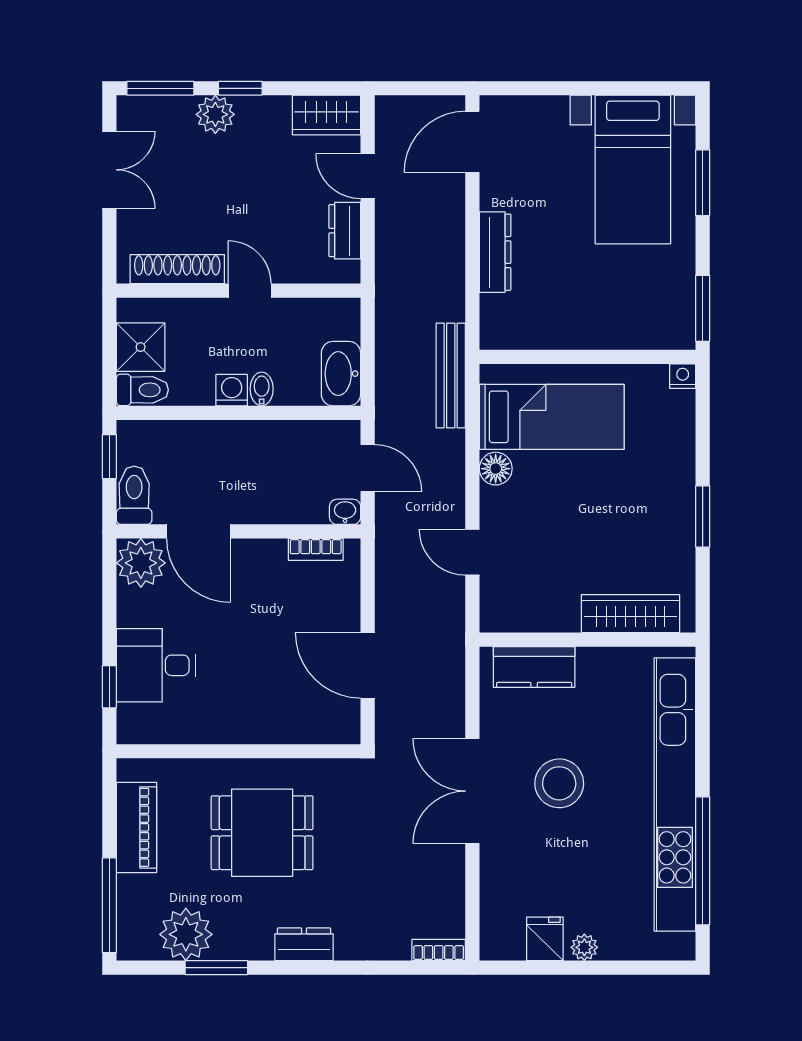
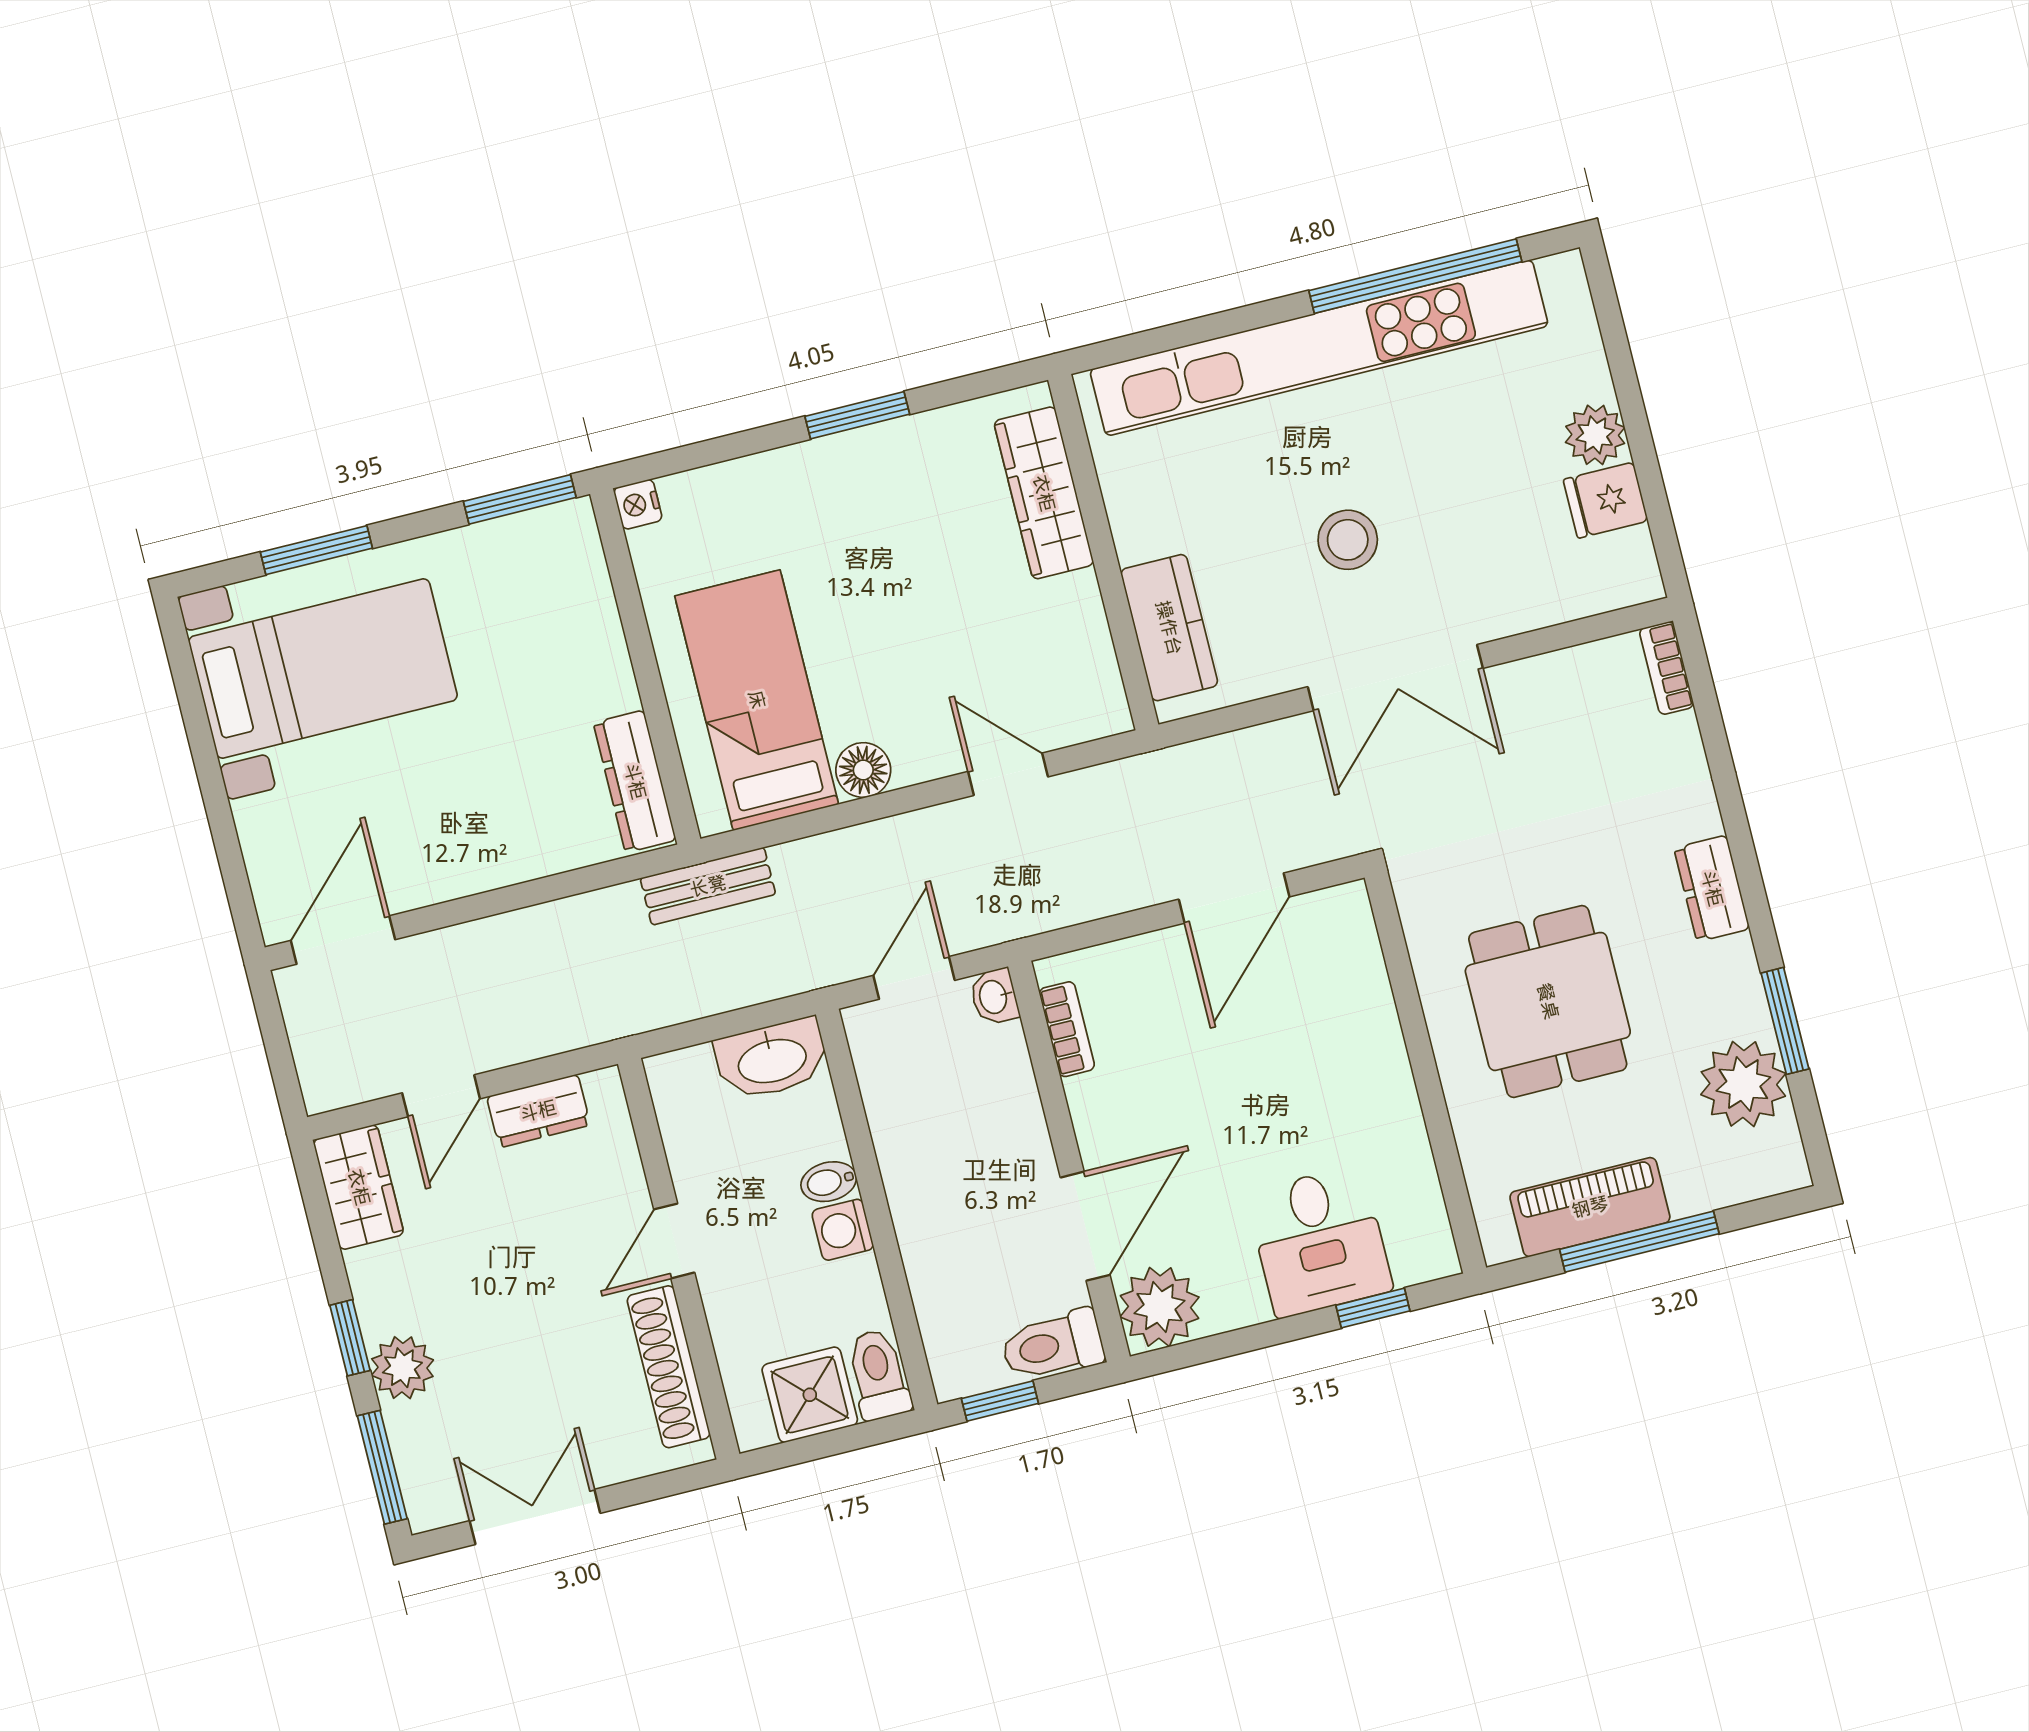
door: (472, 142) -> (343, 940), swing flipped
dresser: (495, 252) -> (635, 781), moved, turned -90
bench: (451, 376) -> (708, 886), width x0.73
door: (472, 552) -> (1008, 774), swing flipped
stool: (559, 783) -> (1348, 540), width x0.73, depth x0.73
window: (109, 905) -> (1639, 1242), moved
plant: (584, 947) -> (1595, 435), width x1.38, depth x1.38

